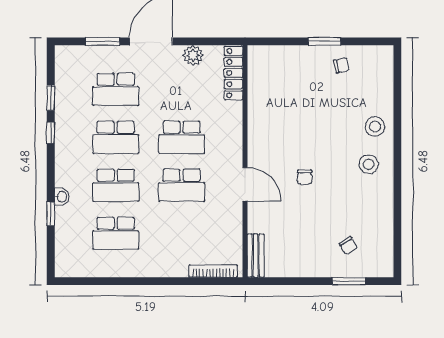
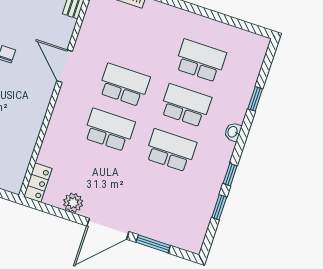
locker: (234, 73) -> (38, 183), width x0.66
school desk: (116, 89) -> (156, 195), removed
washbasin: (62, 197) -> (233, 132), moved

